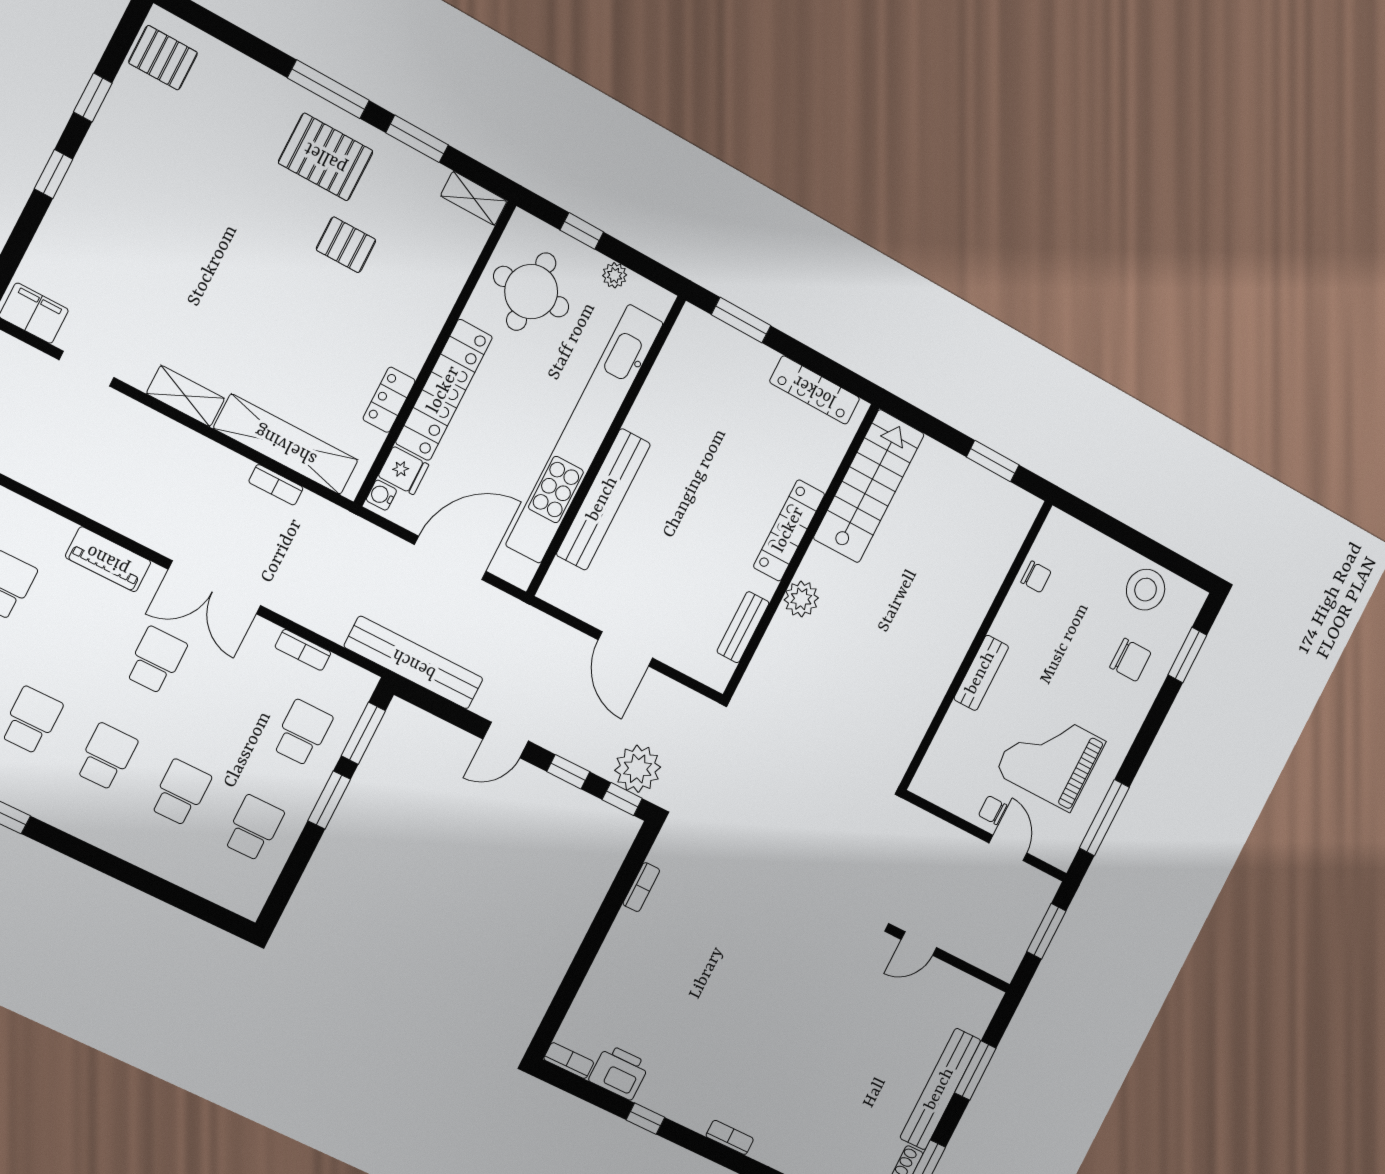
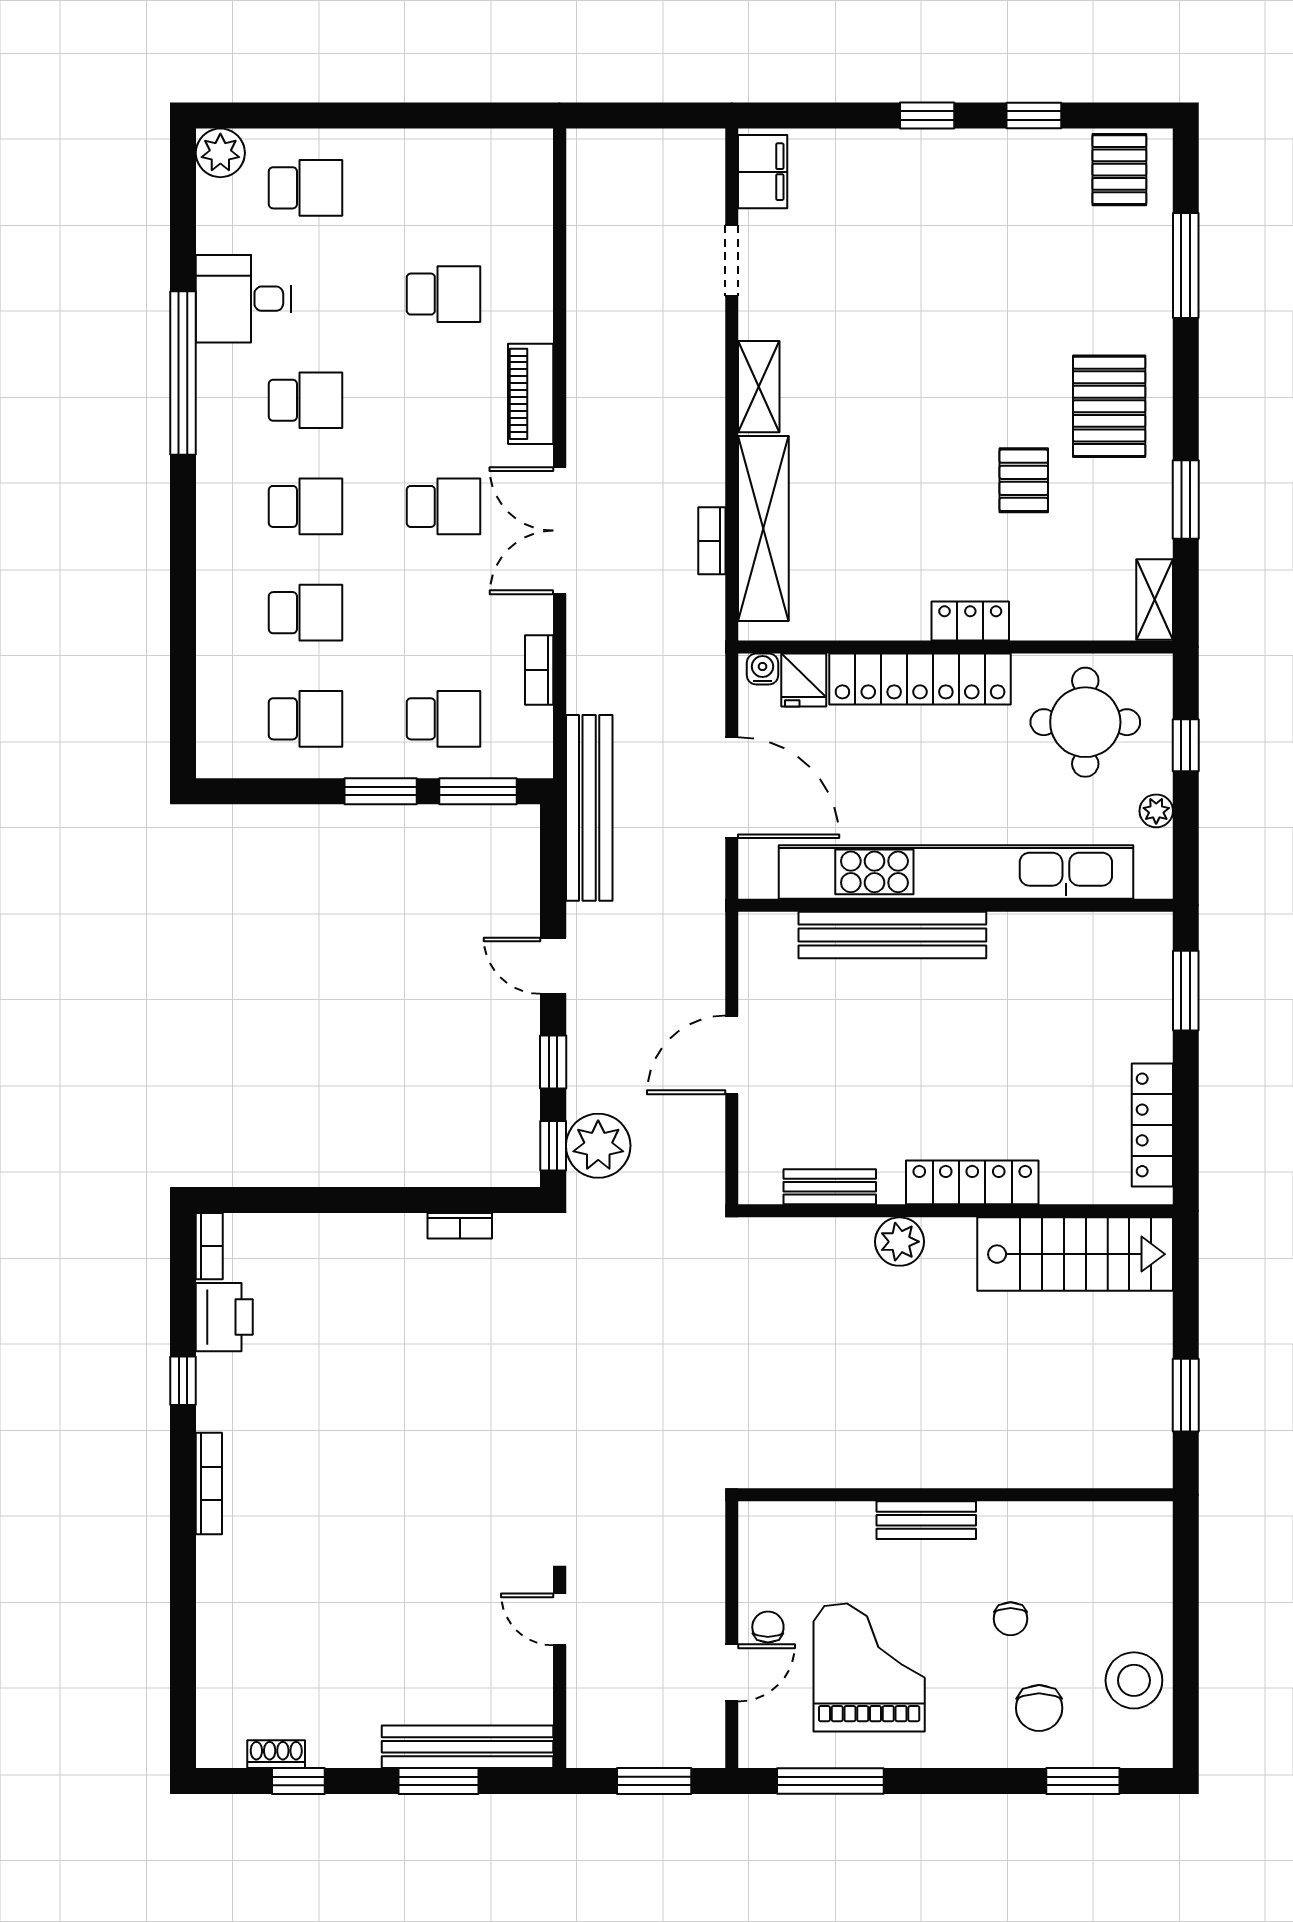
window: (328, 89) -> (1186, 265), moved
locker: (389, 400) -> (970, 621), moved
chair: (1036, 577) -> (1011, 1619), moved
bench: (940, 1089) -> (468, 1747), moved
bookcase: (730, 1137) -> (209, 1483), width x1.56

